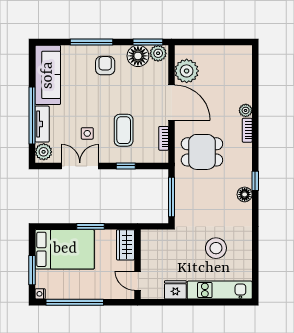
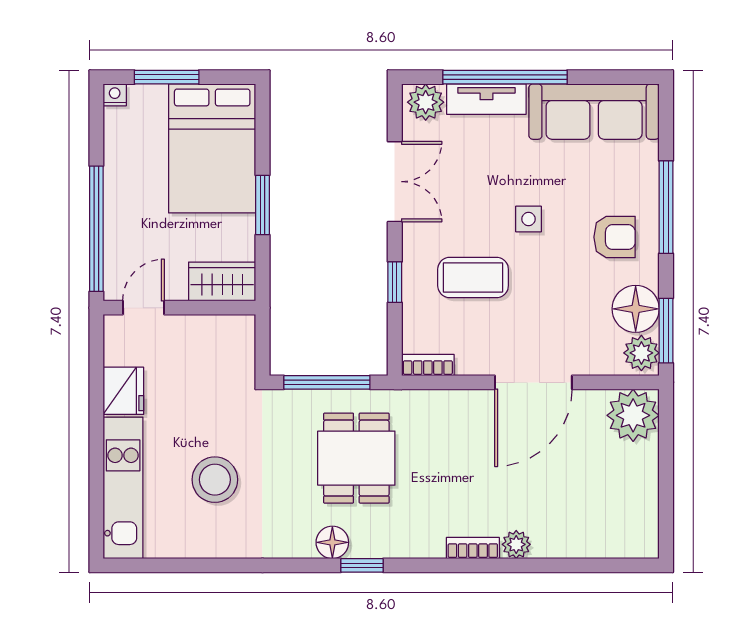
plant: (187, 71) -> (633, 415), moved
side table: (87, 133) -> (529, 219), moved
bookcase: (164, 138) -> (428, 365), moved
dining table: (202, 152) -> (356, 458), moved
window: (75, 302) -> (96, 229), moved

